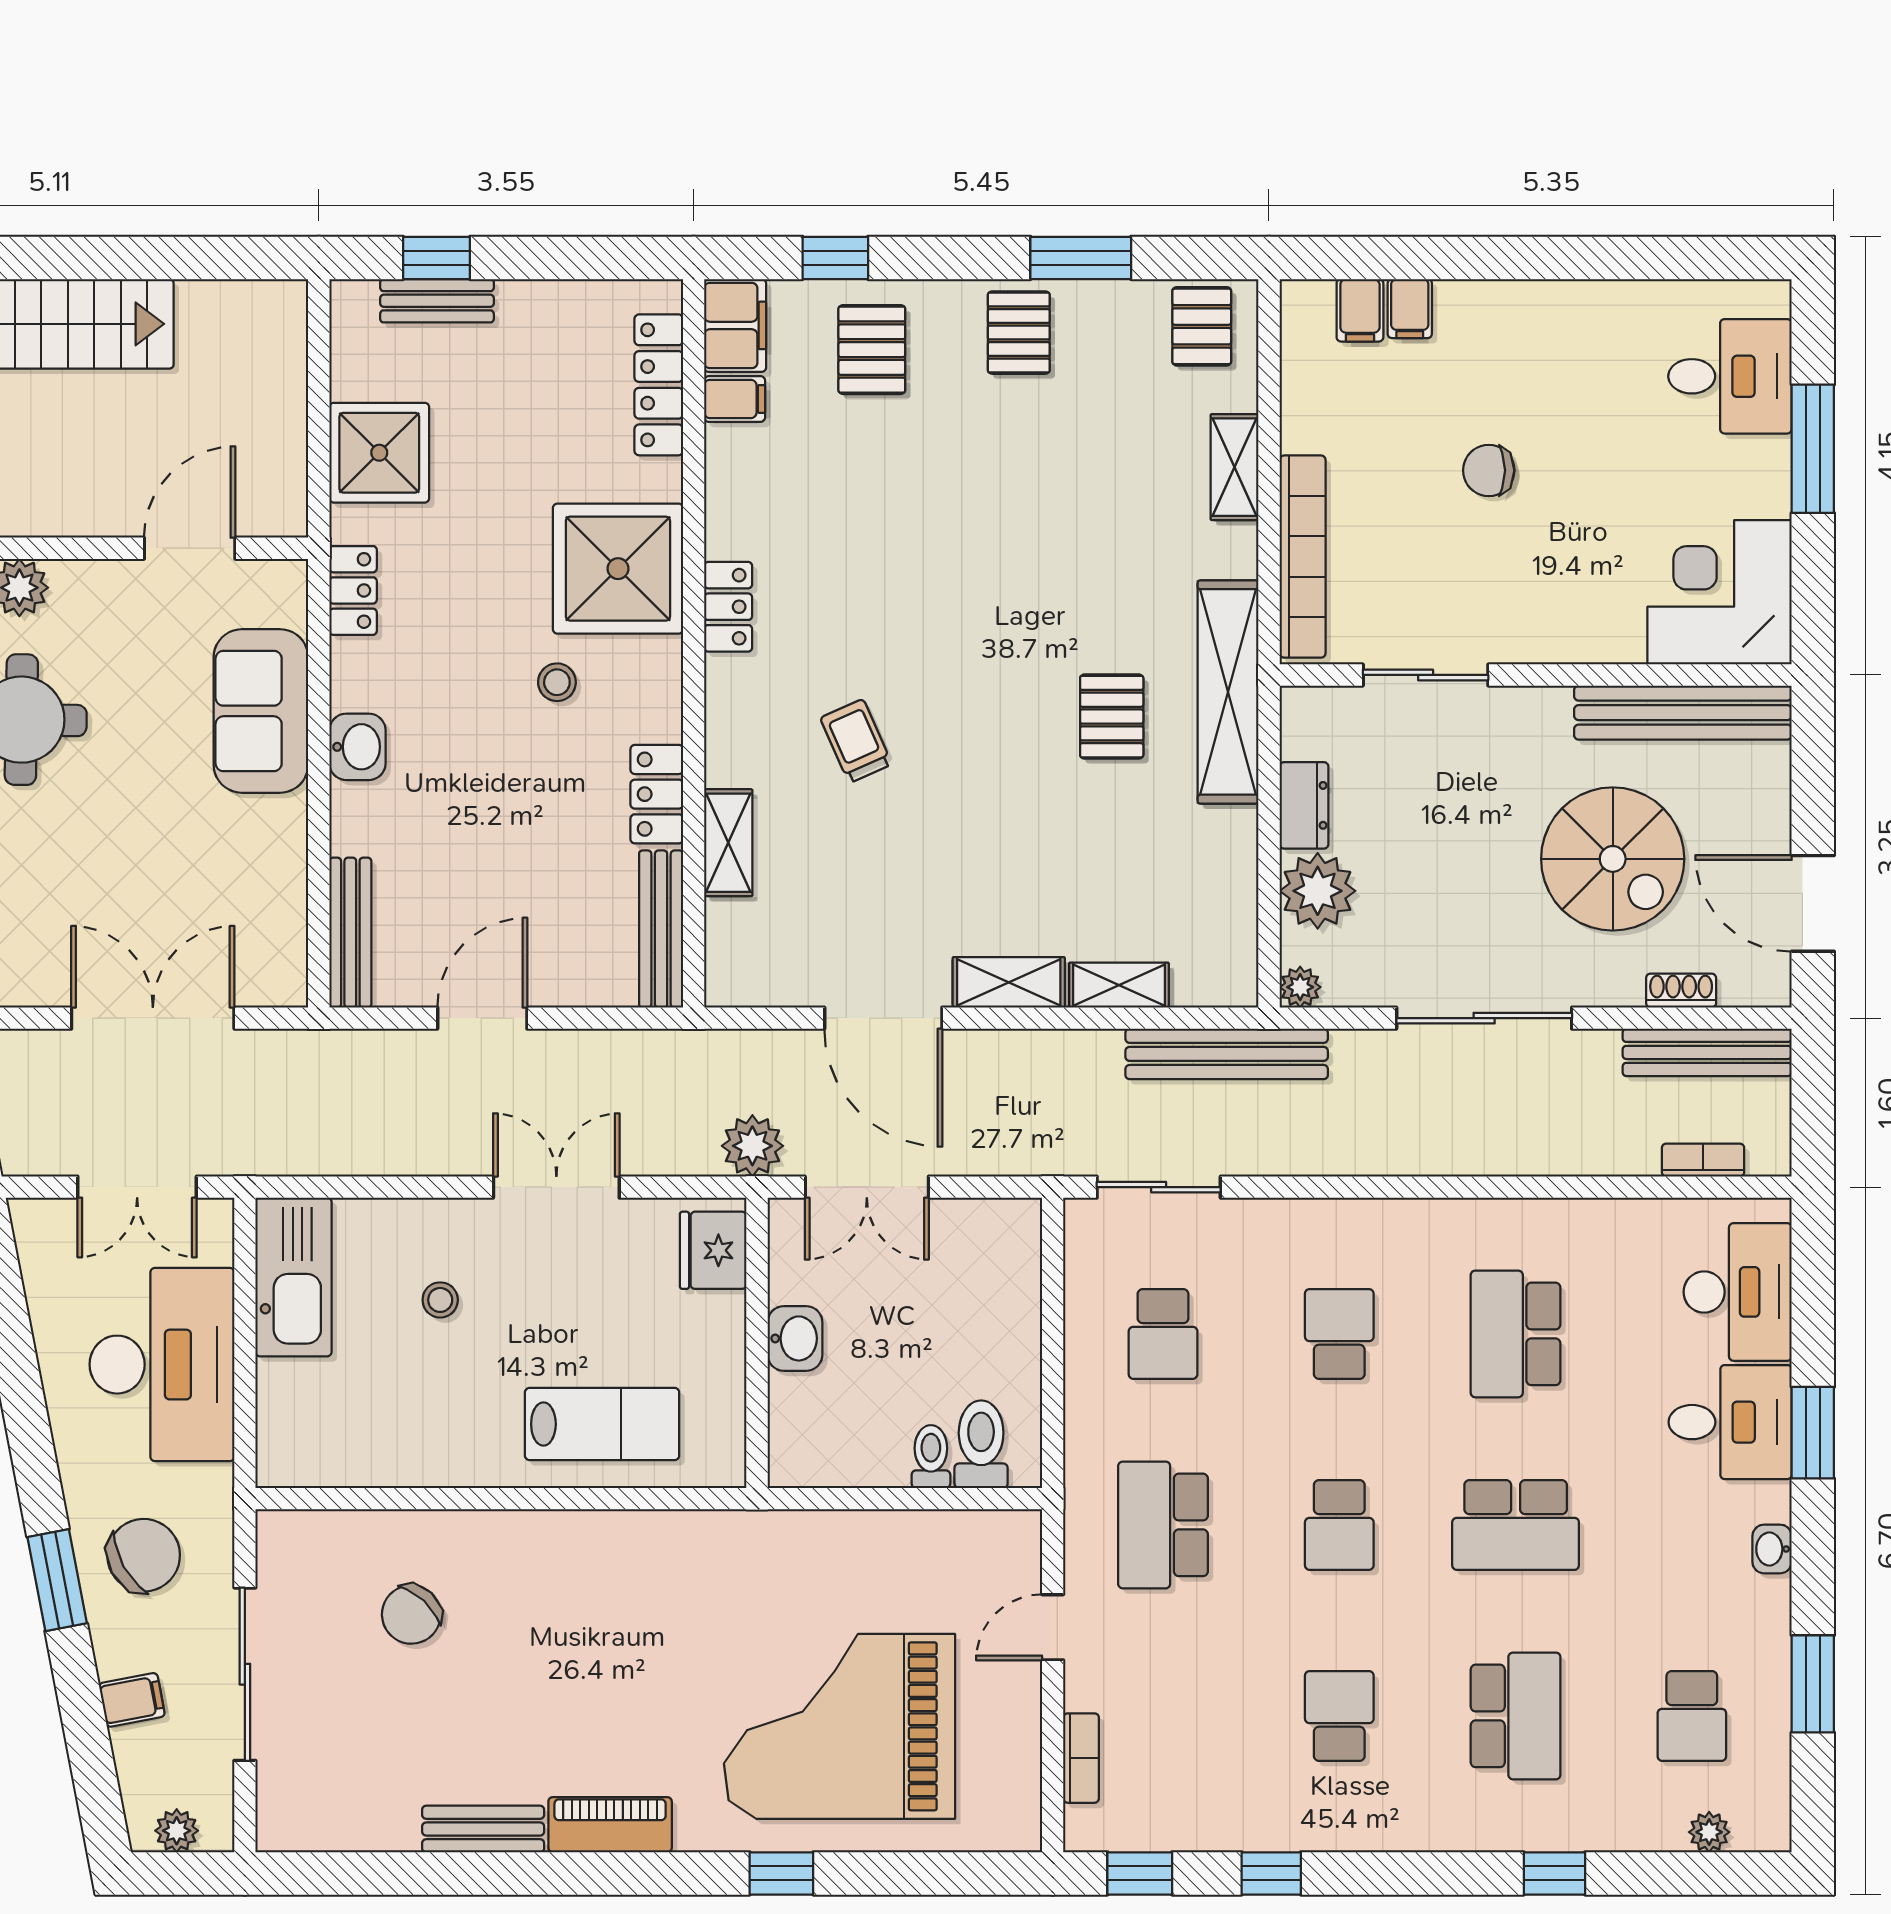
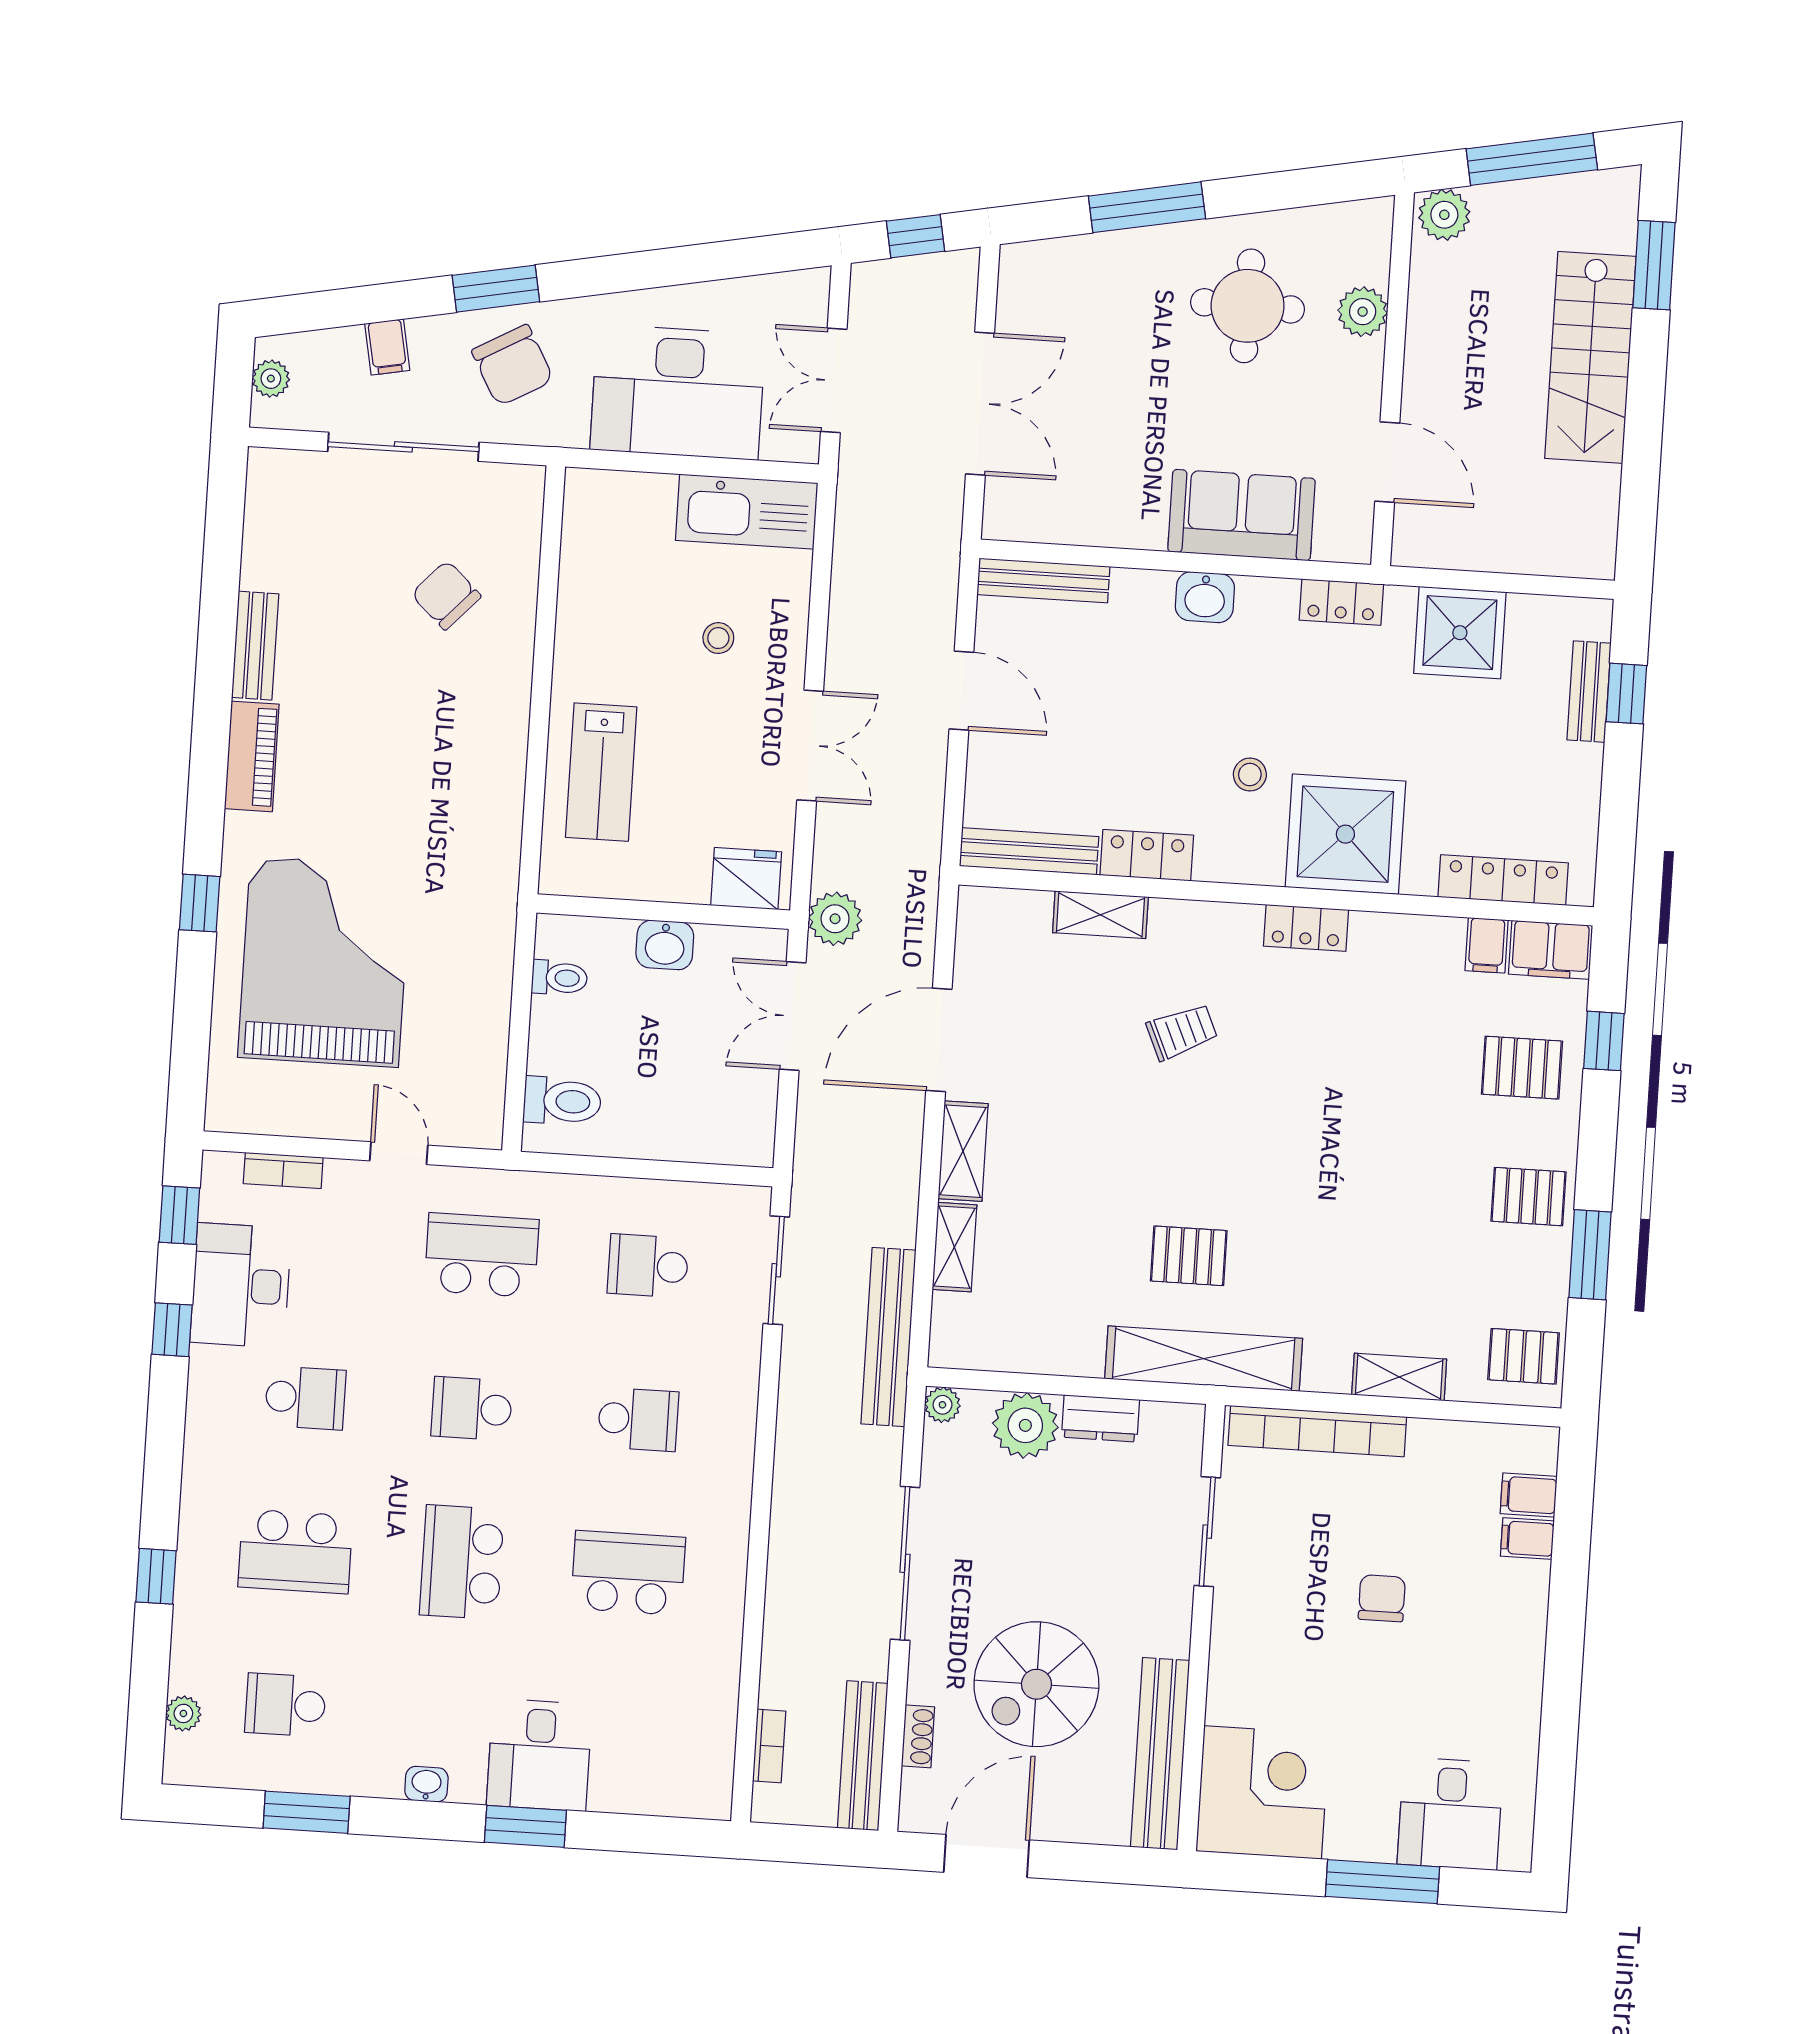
desk: (1738, 1292) -> (241, 1285), moved, turned 90
toilet: (931, 1457) -> (559, 978), moved

